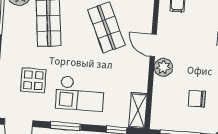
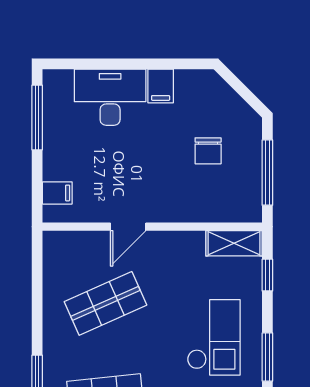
plant: (163, 67) -> (162, 208), removed

